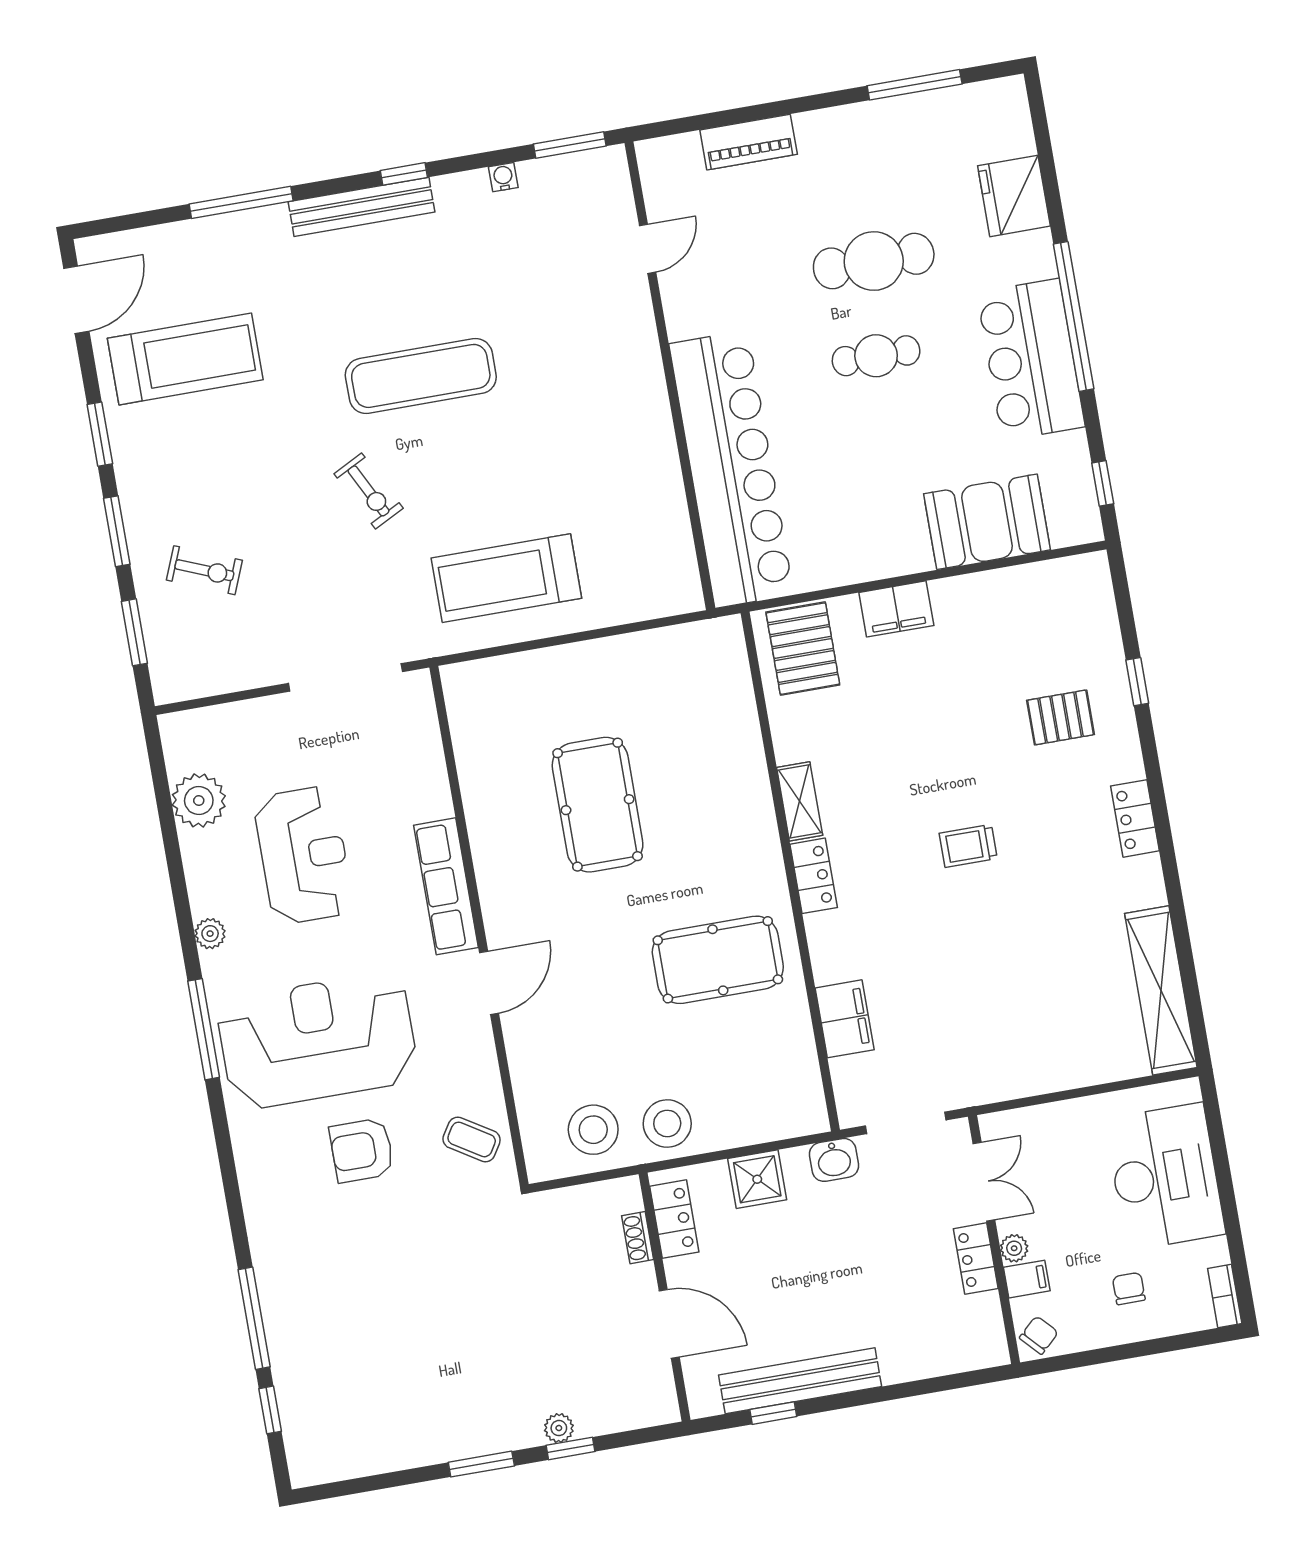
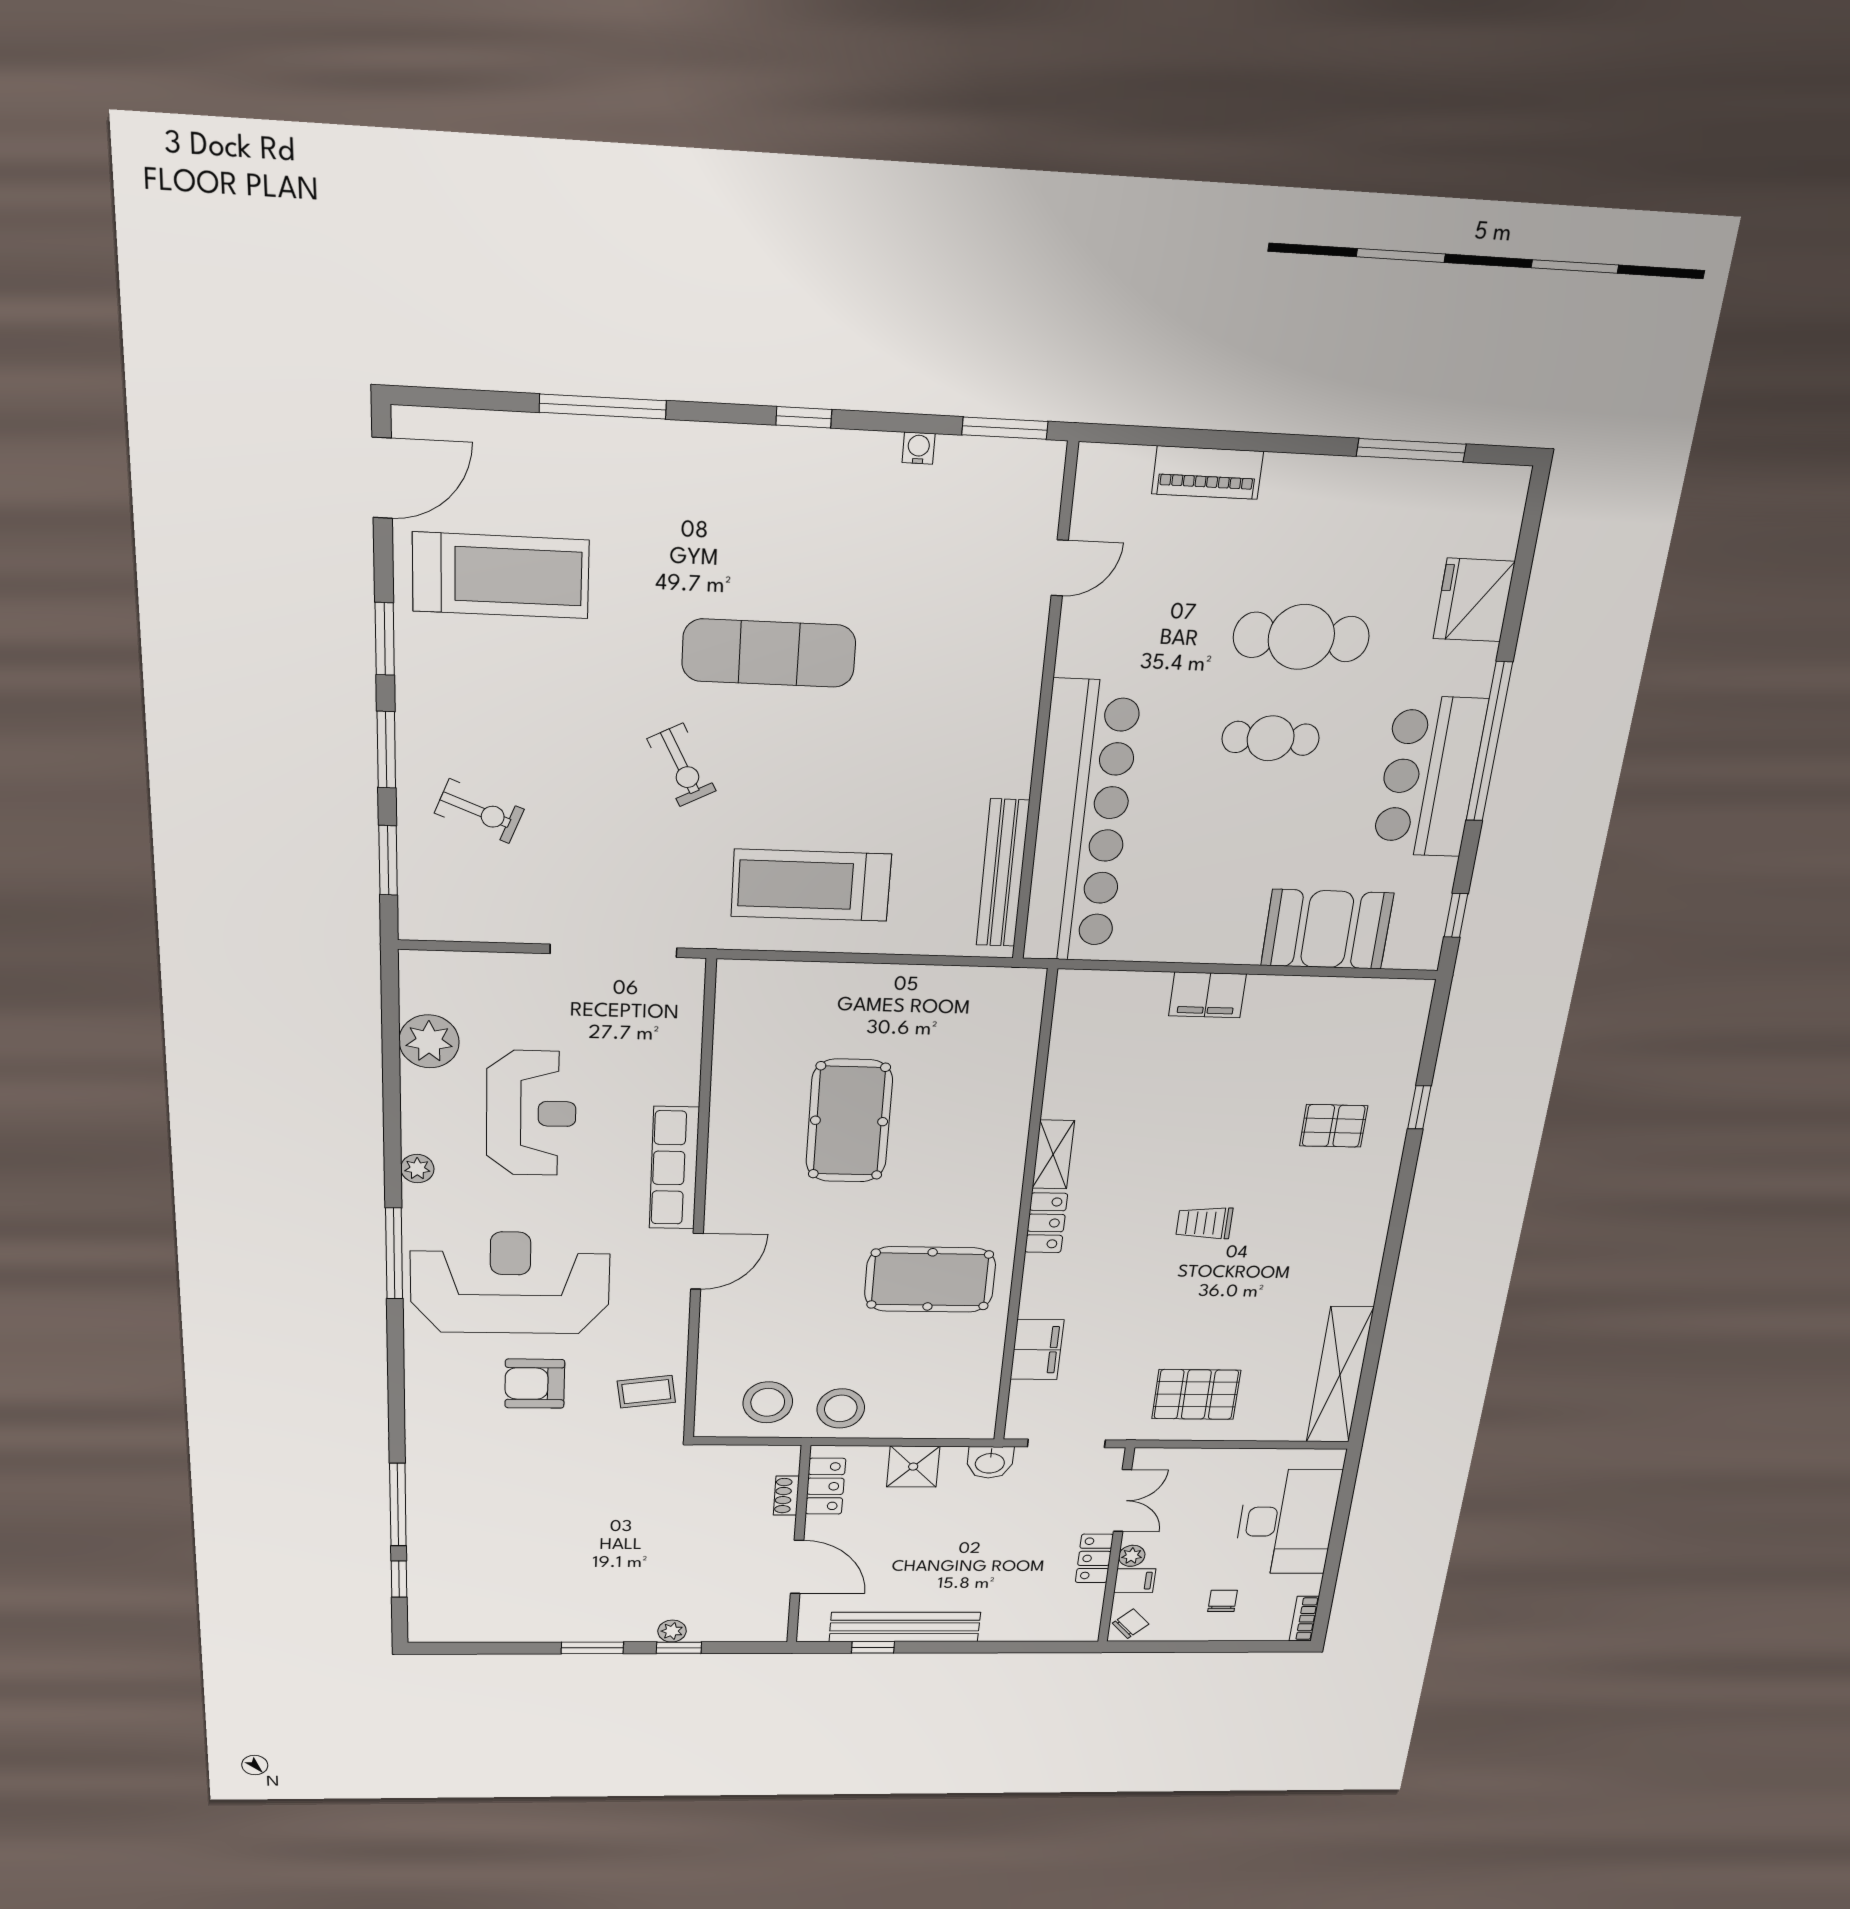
bench: (362, 207) -> (1003, 873), moved, turned 90
pallet: (803, 649) -> (1196, 1394), moved, turned 90
locker: (1135, 818) -> (1371, 1227), removed
coffee table: (472, 1139) -> (646, 1392), turned -40

